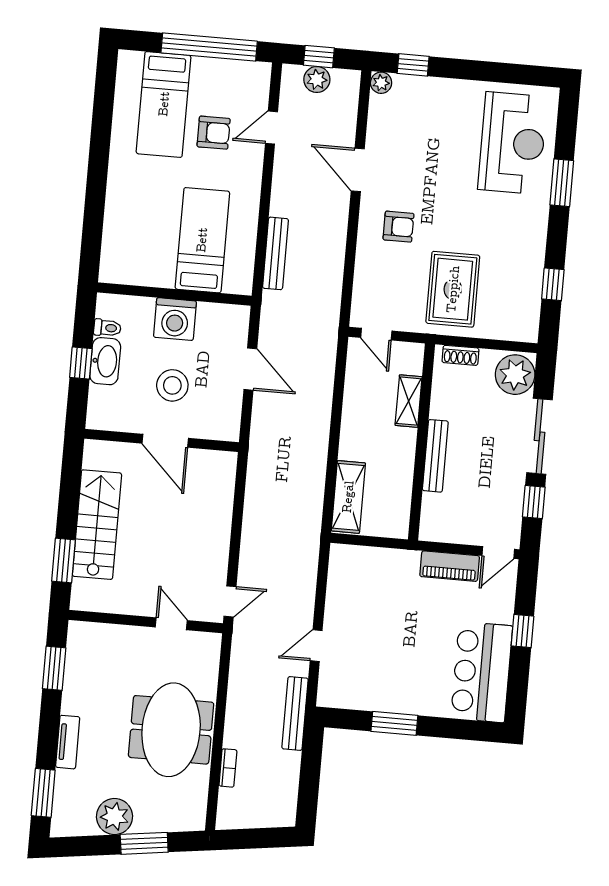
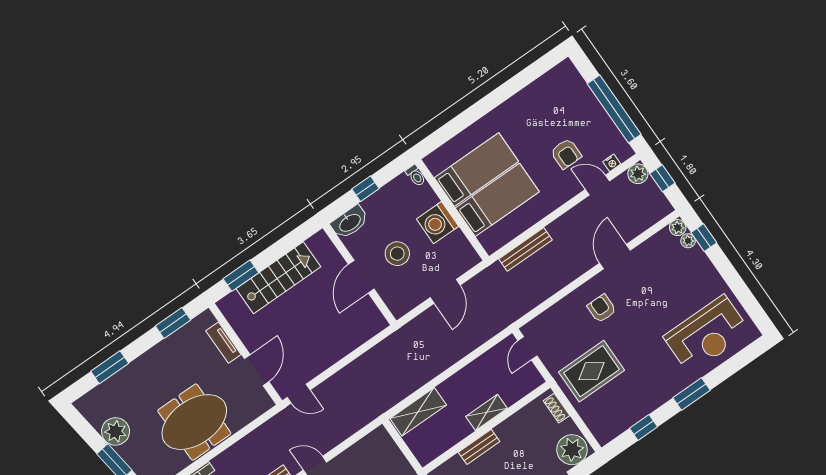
plant: (317, 79) -> (638, 174), moved
plant: (403, 83) -> (688, 241), added
nightstand: (261, 95) -> (612, 163), added
bed: (164, 104) -> (476, 170), moved, turned 180
window: (562, 183) -> (692, 394), moved
armchair: (398, 227) -> (602, 308), turned 180
toilet: (107, 328) -> (416, 176), moved
washbasin: (105, 361) -> (350, 222), moved
shelving: (409, 401) -> (486, 412), moved
bench: (435, 456) -> (479, 447), width x0.73
door: (171, 624) -> (257, 370), width x1.38
tv unit: (68, 742) -> (223, 343), moved, turned 90
window: (43, 793) -> (110, 367), moved

